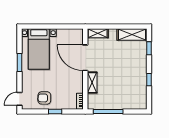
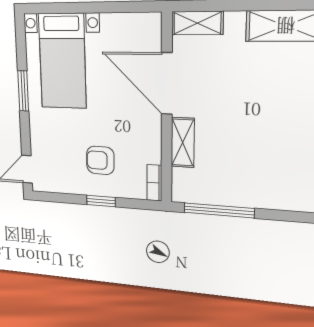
armchair: (44, 98) -> (100, 160), moved

